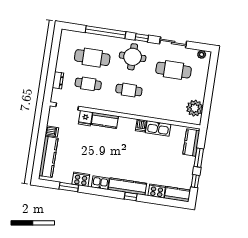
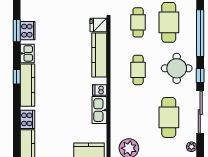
sliding door: (173, 42) -> (200, 112), width x1.37
kitchen counter: (105, 120) -> (99, 55), width x1.50
window: (69, 187) -> (17, 31), moved
window: (131, 197) -> (17, 77), moved

